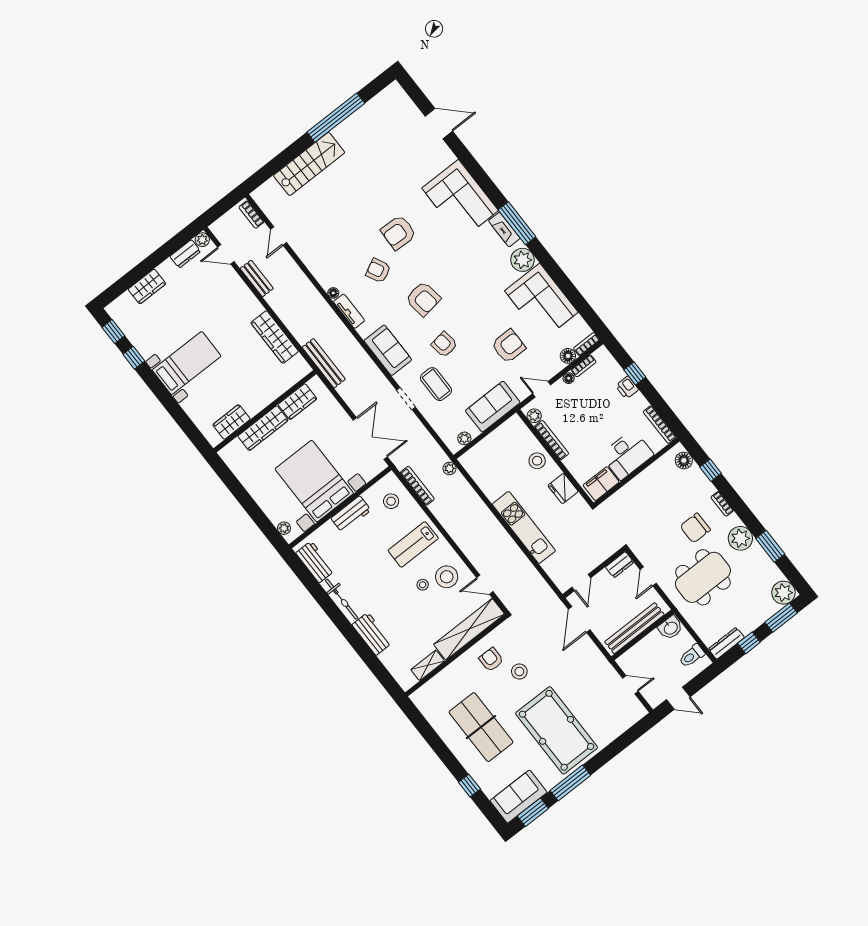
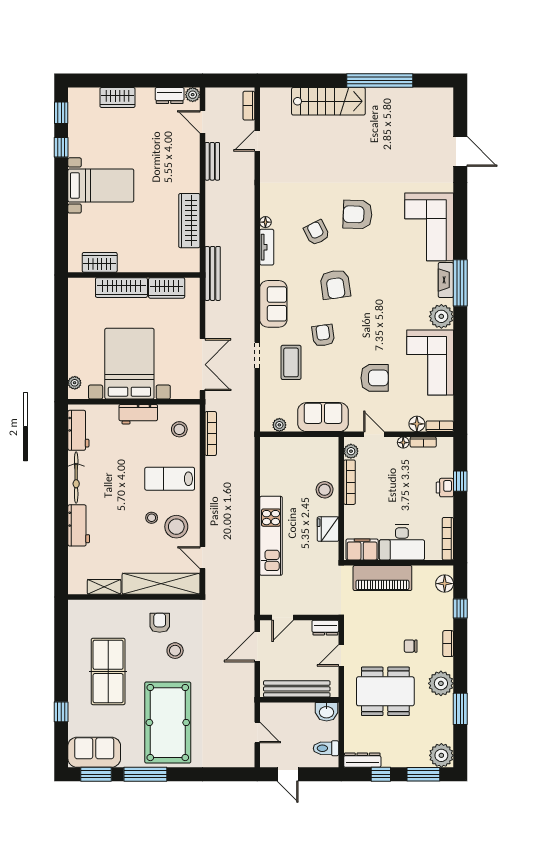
plant: (449, 468) -> (248, 440), removed
piano: (633, 493) -> (382, 578), added
chair: (695, 528) -> (411, 646), width x0.54, depth x0.54

